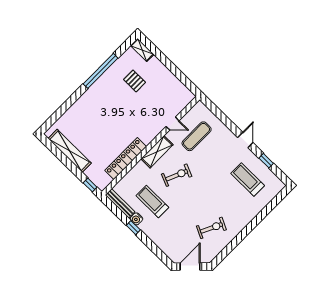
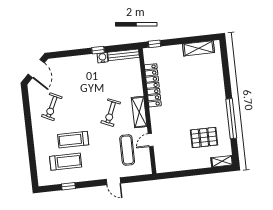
pallet: (135, 81) -> (204, 137), width x1.50, depth x1.42
door: (245, 140) -> (113, 181), moved
shelving: (70, 151) -> (199, 48), width x0.68
treadmill: (152, 201) -> (73, 140), moved, turned 180

